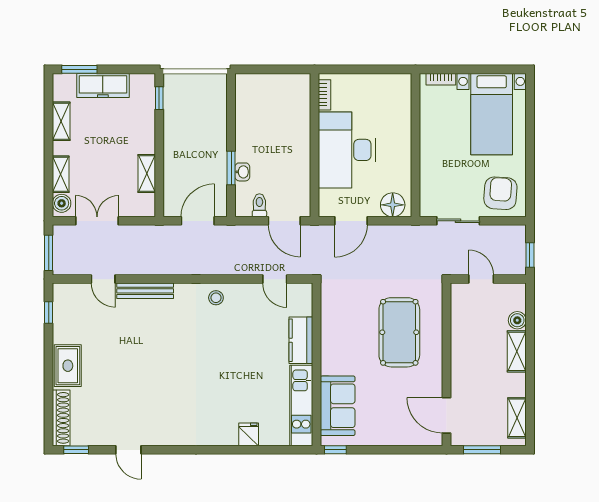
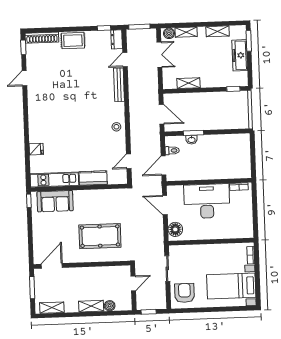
armchair: (500, 193) -> (184, 293), turned -94
dresser: (69, 292) -> (117, 39), added

